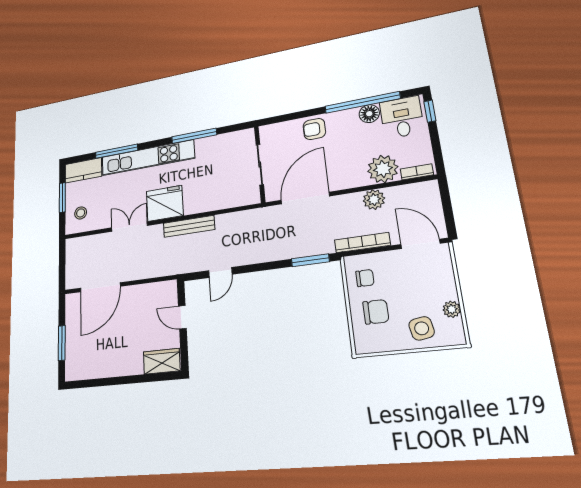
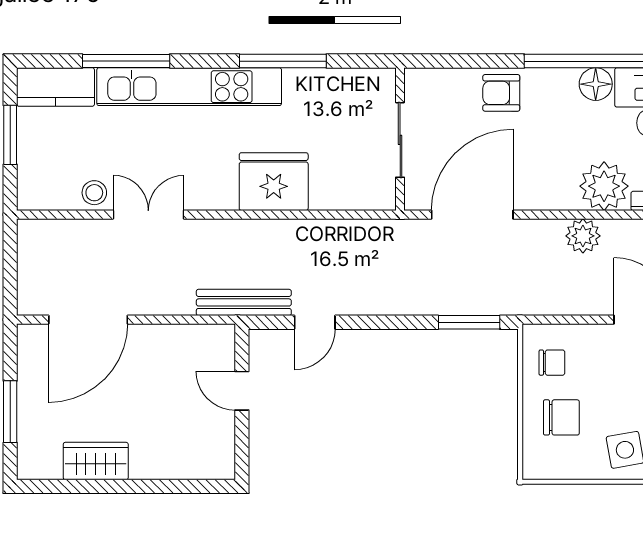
fridge: (165, 203) -> (274, 182), moved
stool: (81, 213) -> (94, 193), moved
bench: (189, 226) -> (244, 302), moved
bookcase: (362, 243) -> (555, 305), removed
wardrobe: (162, 361) -> (96, 461), moved

